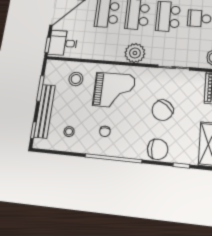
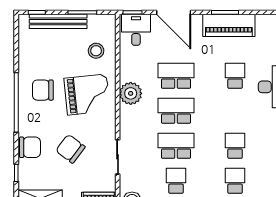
plant: (135, 53) -> (131, 93), moved
grand piano: (114, 90) -> (87, 95), turned -96
chair: (105, 131) -> (43, 90), width x1.87, depth x1.87
stool: (69, 132) -> (39, 52), removed
chair: (158, 149) -> (30, 147), turned -90

